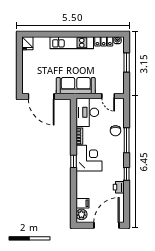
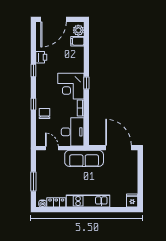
window: (127, 140) -> (33, 104), width x0.46

